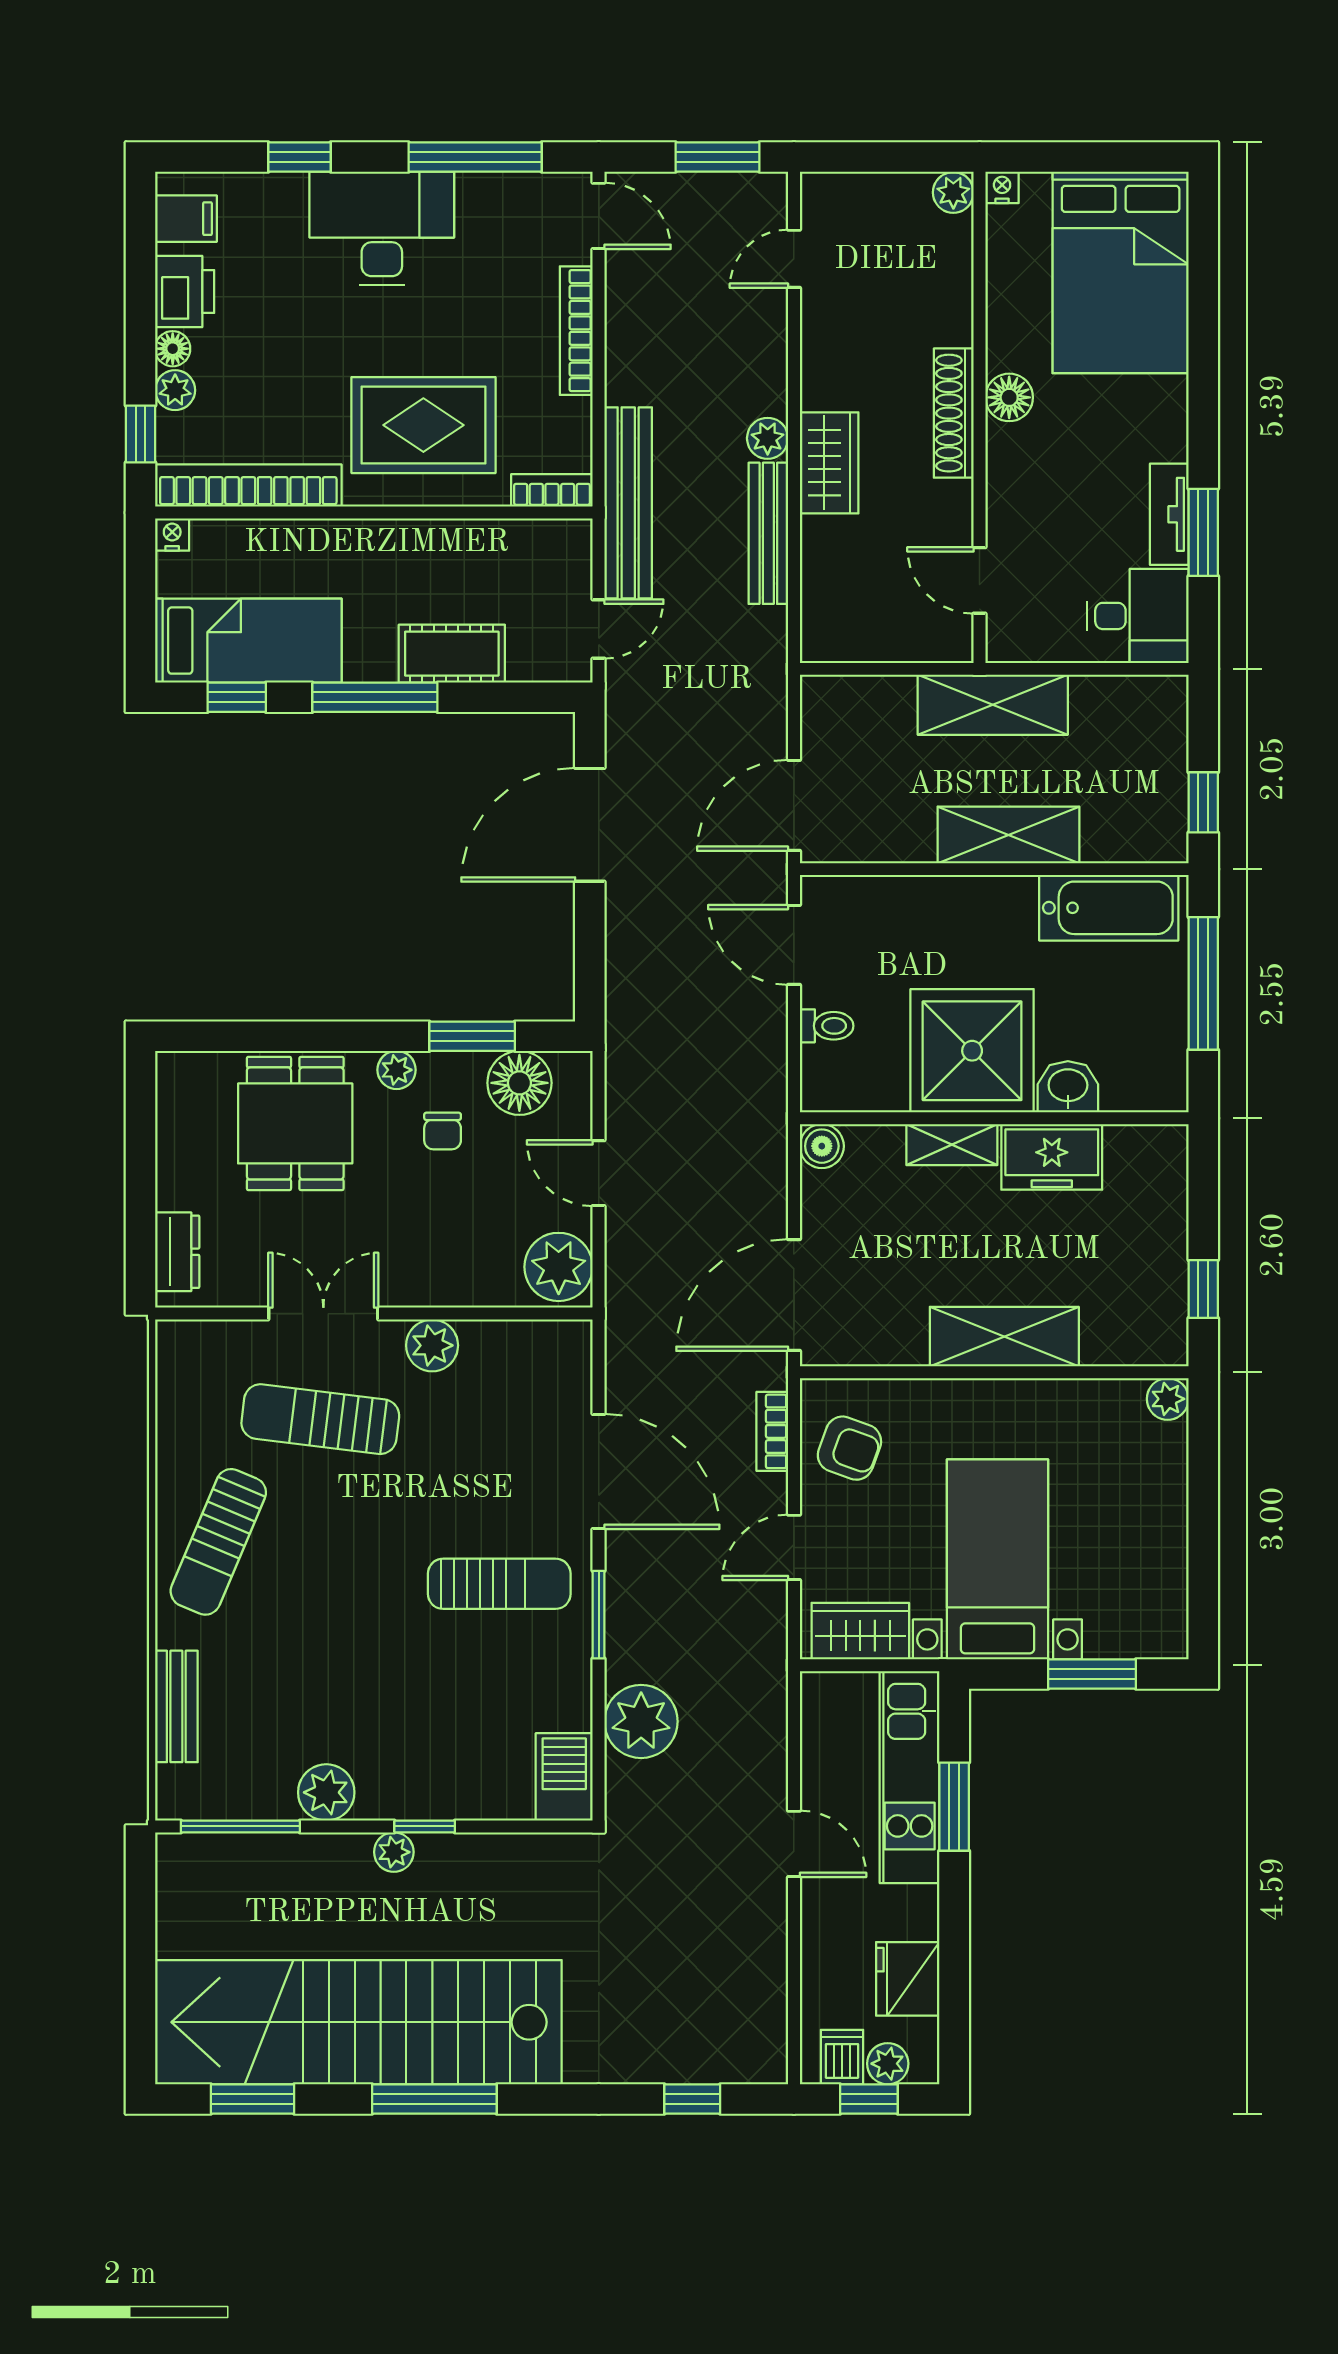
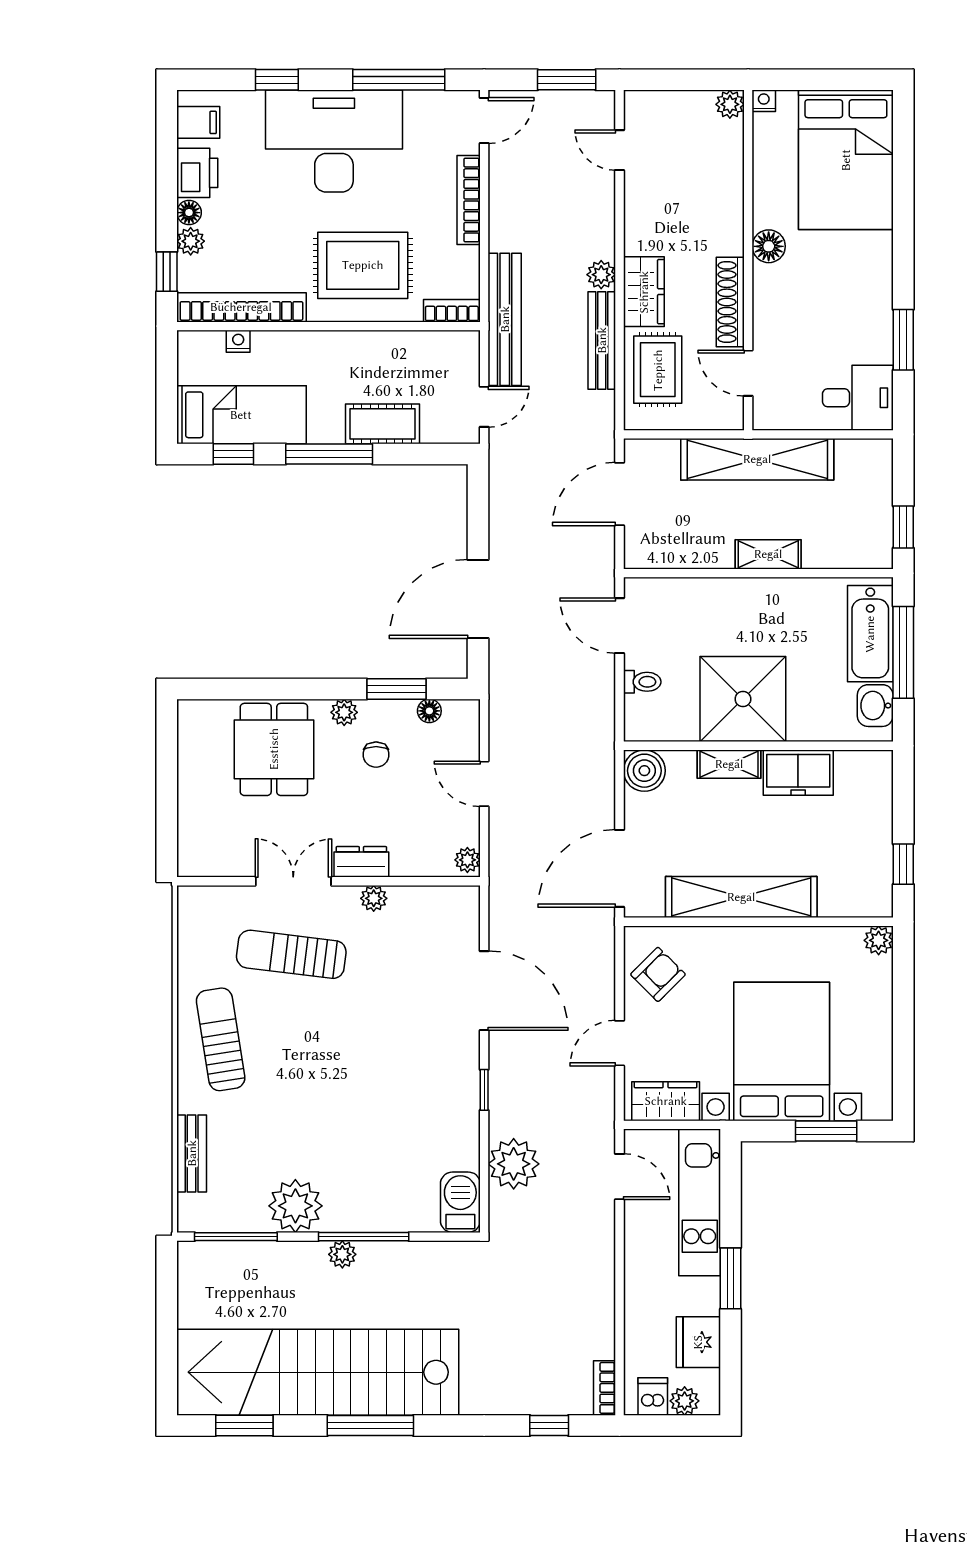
door: (599, 216) -> (484, 120), hinge flipped
desk: (382, 228) -> (334, 141), width x1.36, depth x1.30
door: (794, 259) -> (620, 150), hinge flipped
shoe rack: (954, 413) -> (730, 302), moved
tv unit: (1169, 514) -> (880, 327), removed
nightstand: (172, 535) -> (238, 341), moved
rug: (849, 575) -> (658, 370), added
shelving: (993, 705) -> (757, 459), width x1.47
door: (794, 805) -> (620, 494), moved
door: (590, 825) -> (478, 599), moved
shelving: (1008, 835) -> (768, 554), width x0.67, depth x0.75
bathtub: (1109, 908) -> (870, 634), moved, turned 90
floor lamp: (519, 1083) -> (429, 711), width x0.53, depth x0.53
washbasin: (1068, 1087) -> (875, 706), moved, turned -90
boiler: (822, 1146) -> (644, 771), width x1.36, depth x1.36
dresser: (177, 1252) -> (361, 862), moved, turned -90
plant: (559, 1267) -> (467, 860), width x0.53, depth x0.53
shelving: (1004, 1337) -> (741, 897), width x1.47
plant: (432, 1345) -> (374, 898), width x0.73, depth x0.73
bookcase: (772, 1431) -> (605, 1388), moved
armchair: (849, 1448) -> (658, 974), turned -65
sun lounger: (218, 1542) -> (221, 1039), turned 148
bed with nightstands: (997, 1559) -> (782, 1052), width x1.36
sun lounger: (499, 1584) -> (415, 1068), removed
window: (599, 1615) -> (484, 1090), width x0.67
plant: (326, 1792) -> (295, 1206), width x1.36, depth x1.36
window: (954, 1807) -> (731, 1278), moved
window: (425, 1826) -> (364, 1237), width x2.17
door: (794, 1844) -> (620, 1177), moved
window: (869, 2099) -> (671, 1425), removed

